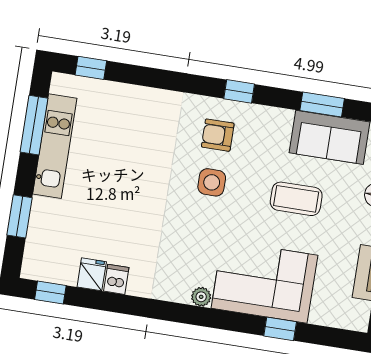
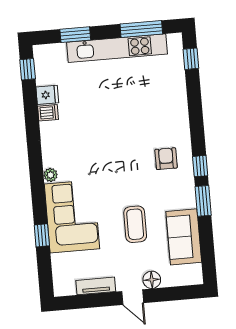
window: (322, 105) -> (203, 201), moved
kitchen unit: (55, 146) -> (117, 48), width x1.36
side table: (212, 182) -> (132, 163), removed

